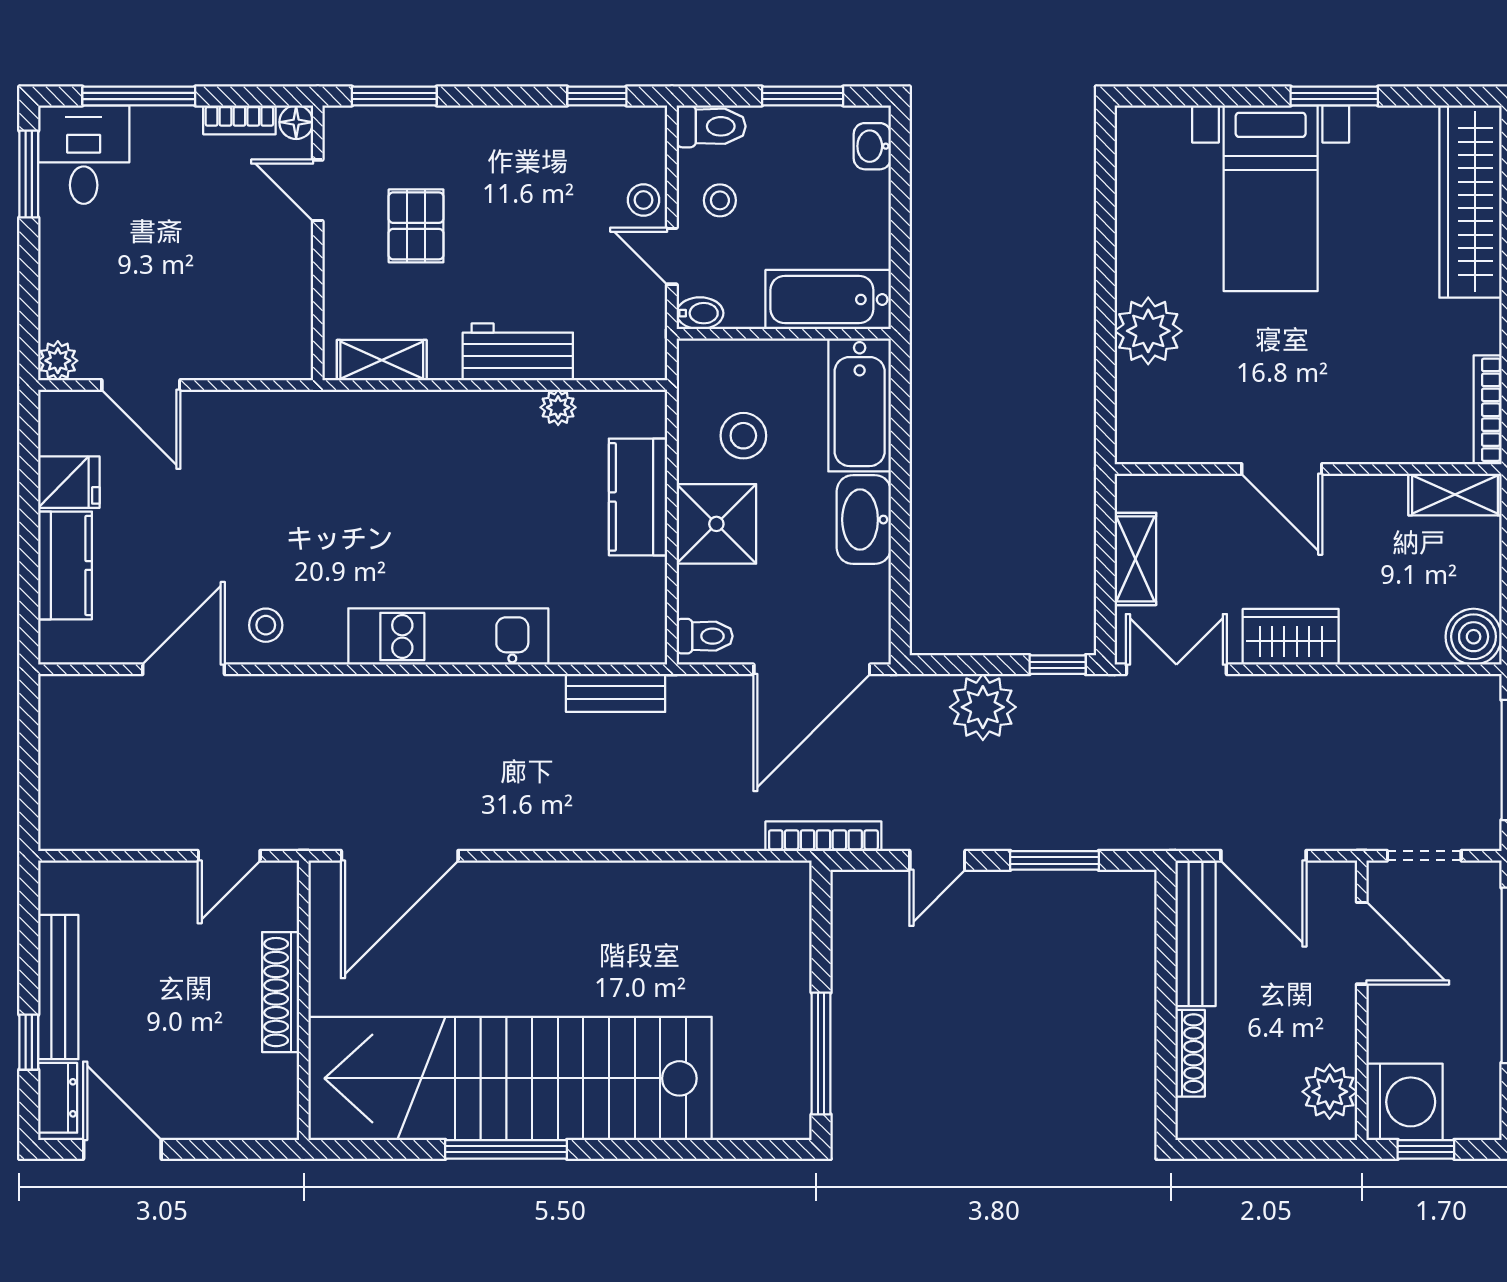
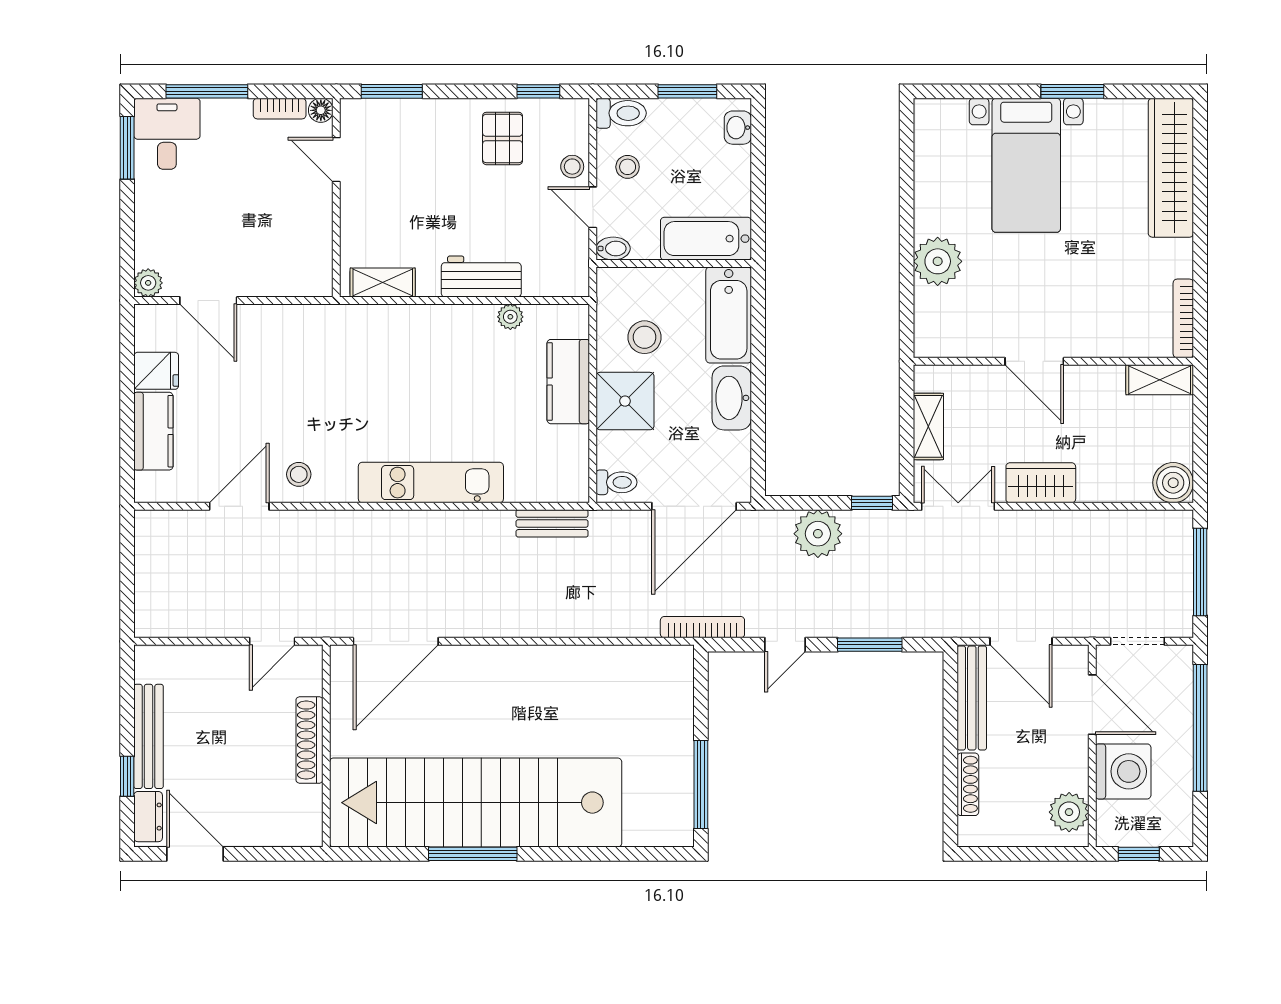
pallet: (416, 226) -> (503, 138), moved
washing machine: (1405, 1102) -> (1123, 771), moved

